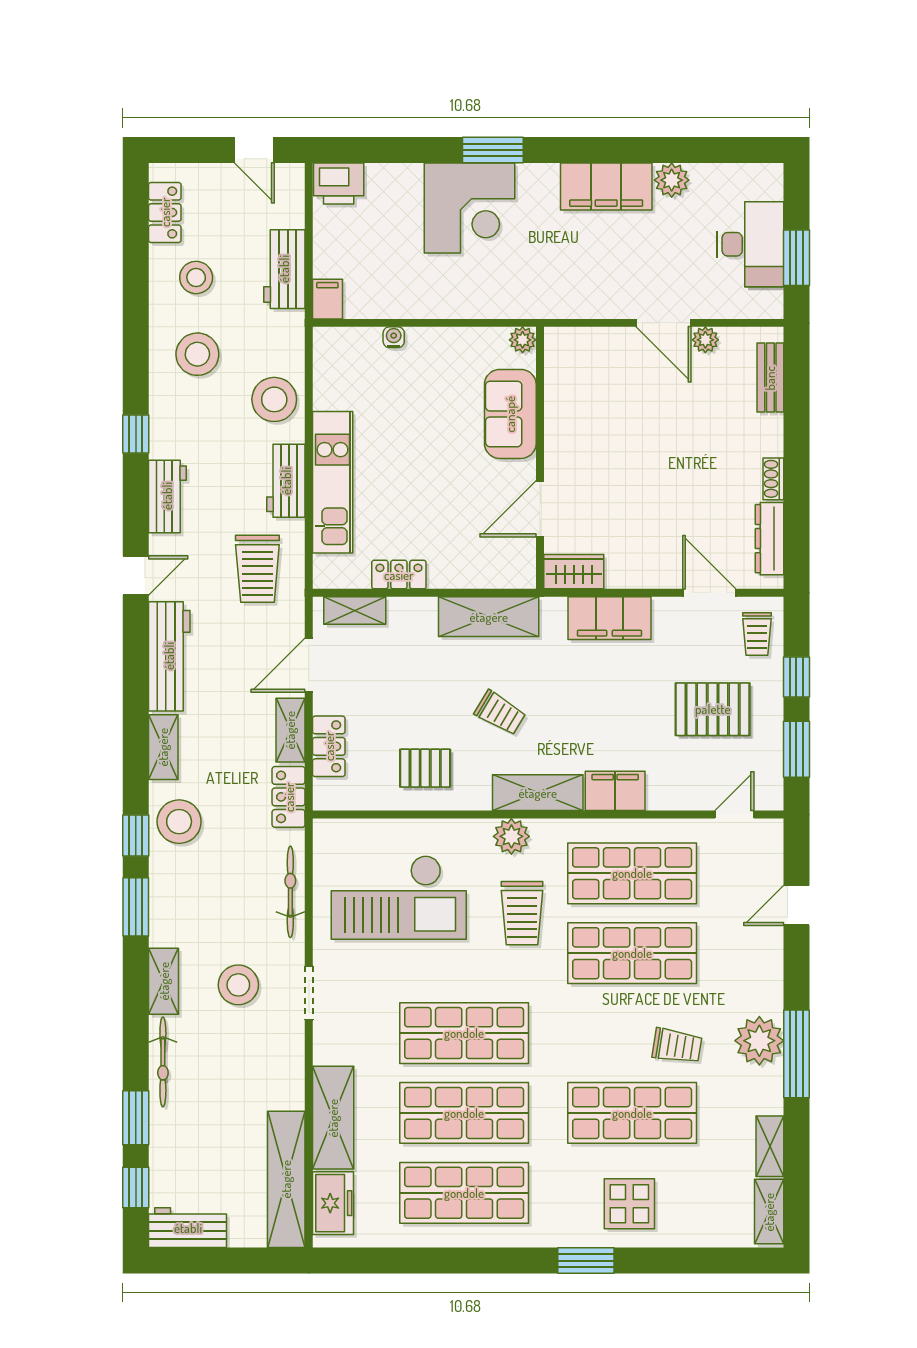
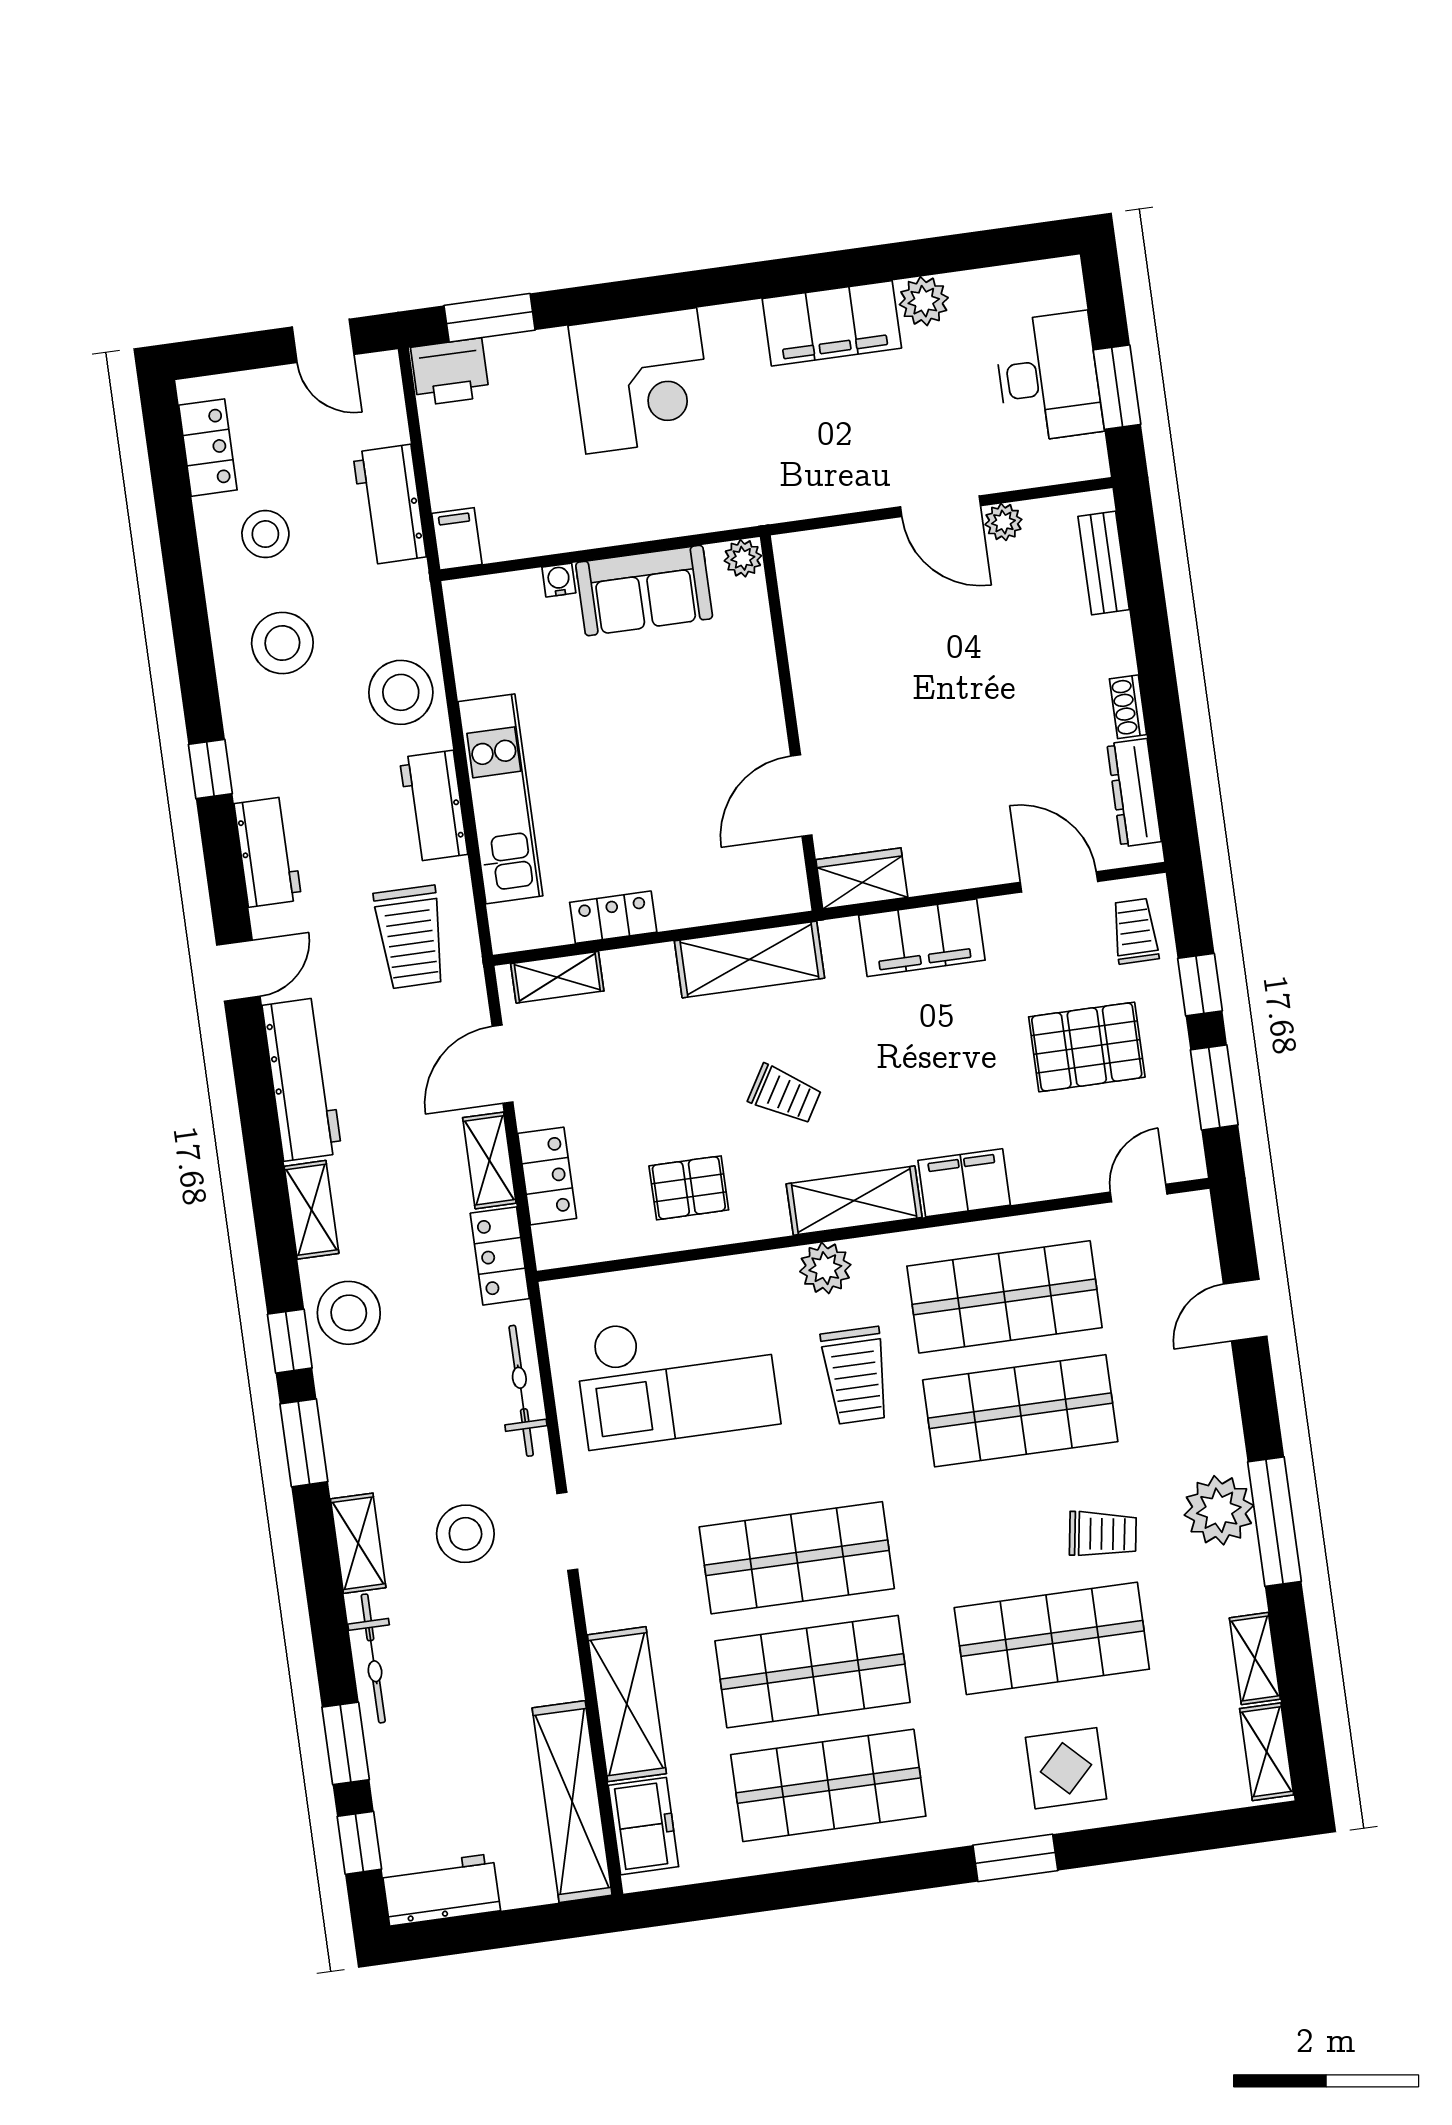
window: (493, 150) -> (490, 318), moved
sofa: (510, 414) -> (644, 591), moved, turned -90
trolley: (757, 634) -> (1135, 931), turned 180

